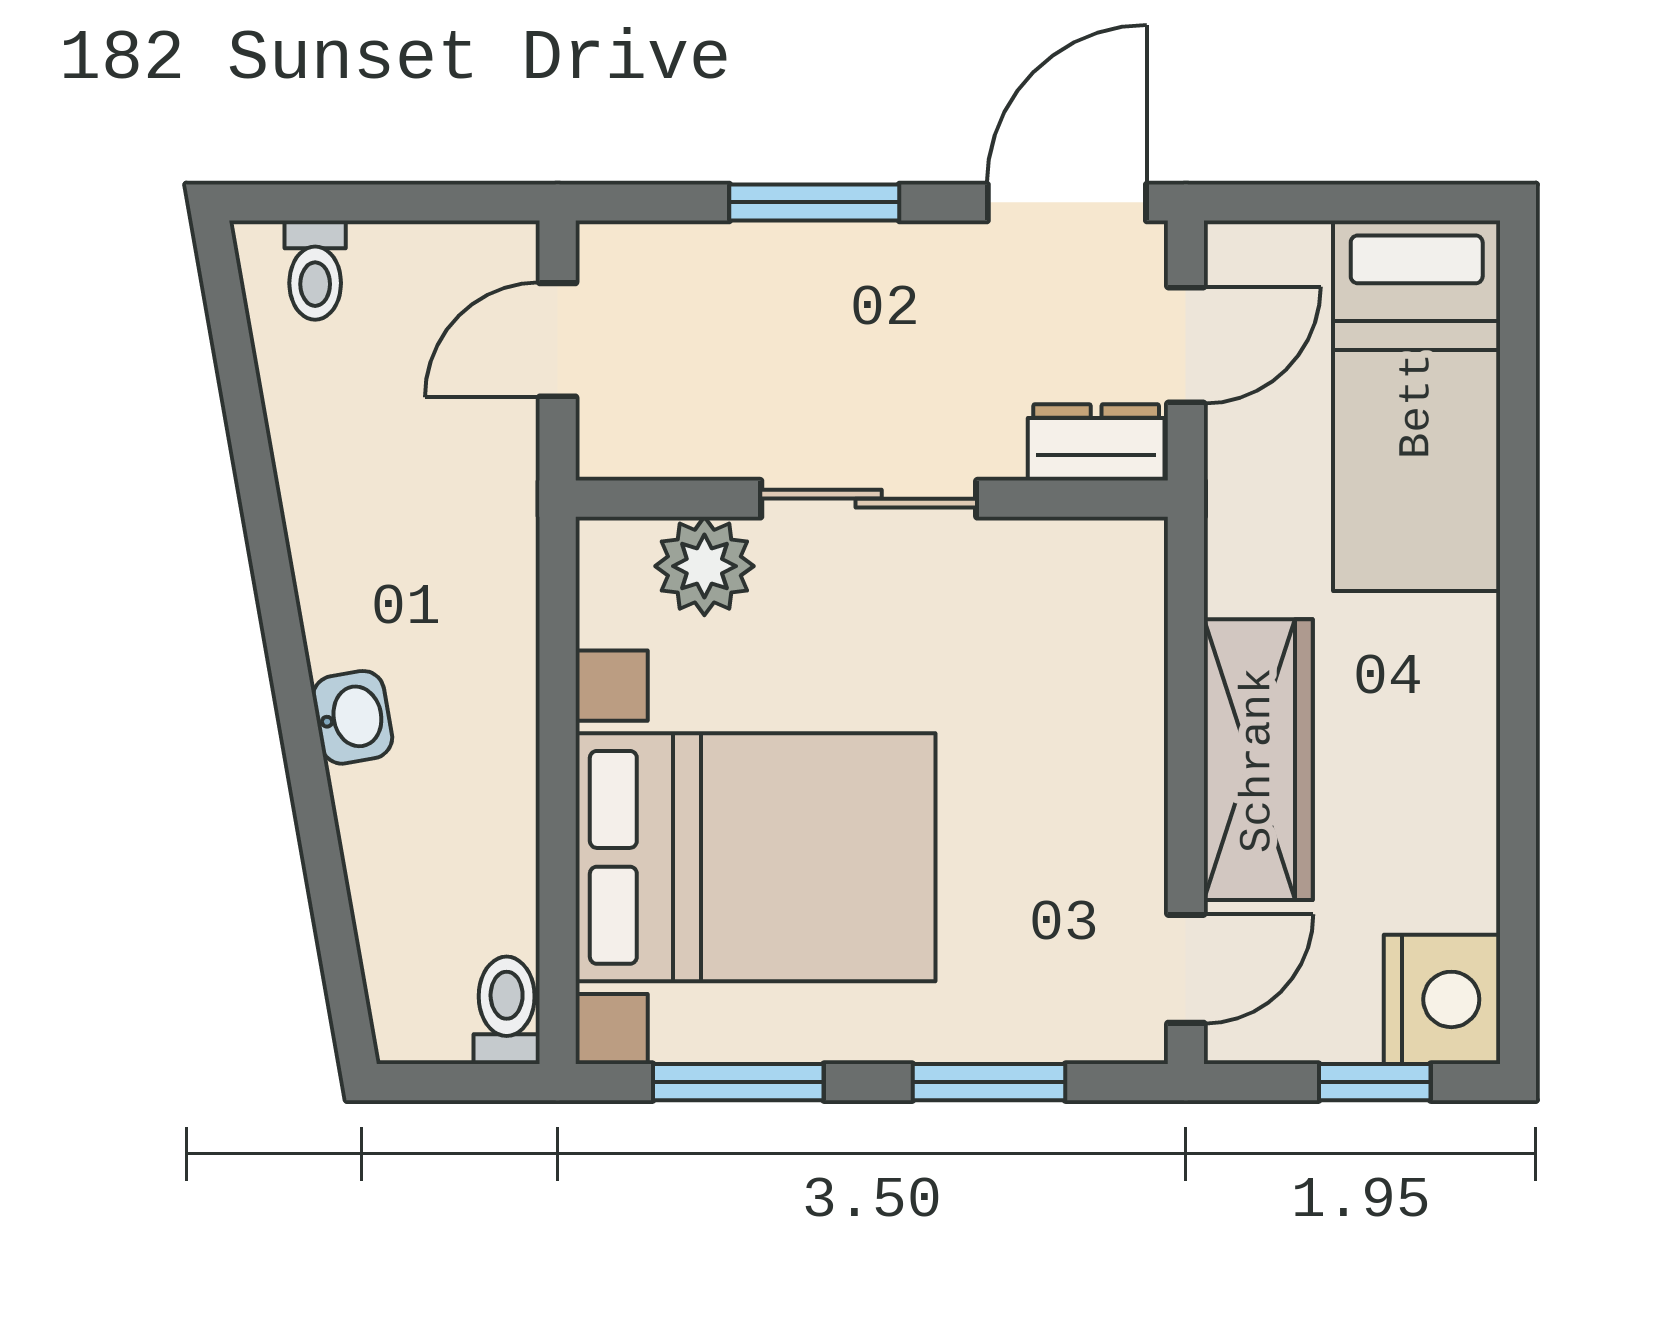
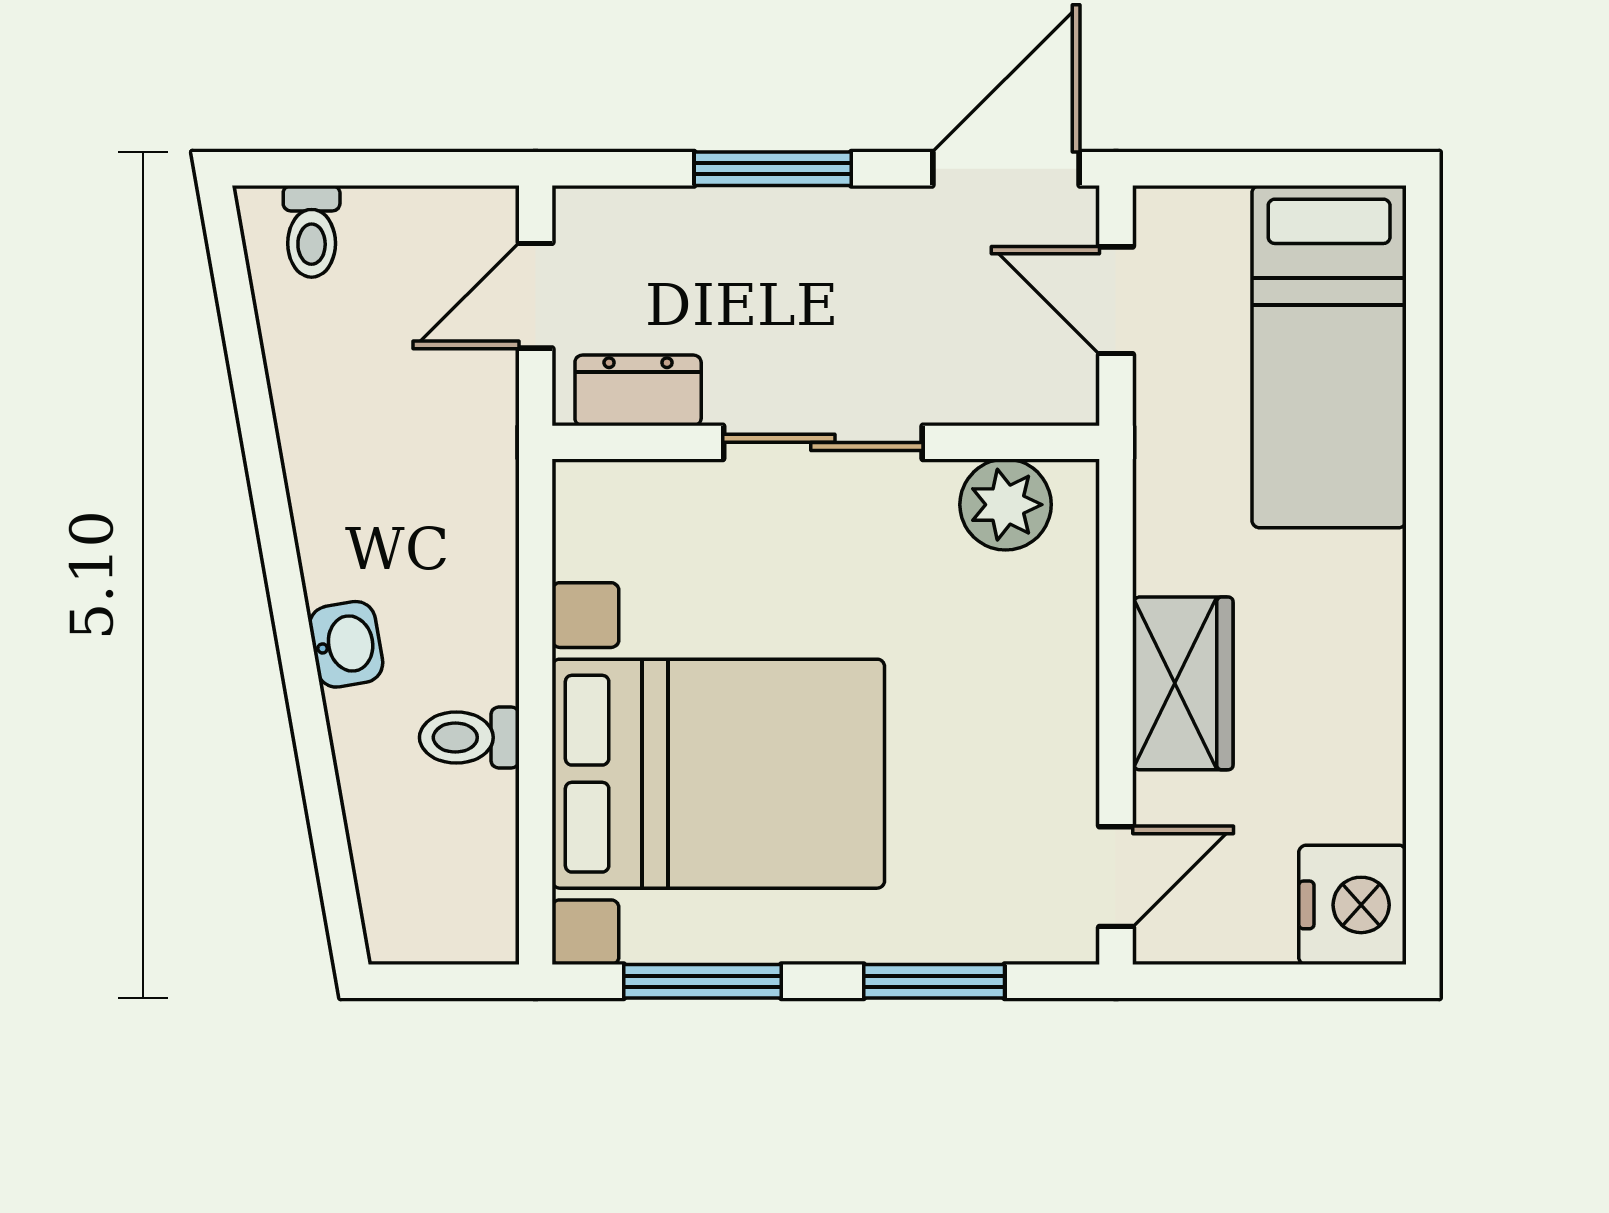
door: (1186, 345) -> (1116, 300), swing flipped
dresser: (1096, 442) -> (638, 390), moved
plant: (704, 566) -> (1006, 505), moved
wardrobe: (1258, 760) -> (1183, 683), width x0.67
toilet: (507, 1010) -> (469, 737), moved, turned -90
window: (1375, 1082) -> (1290, 981), removed

